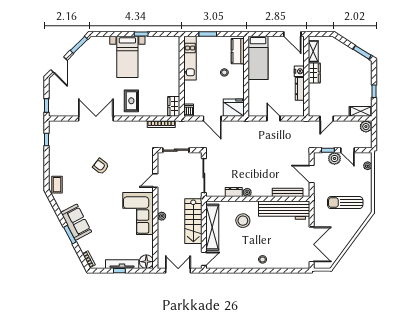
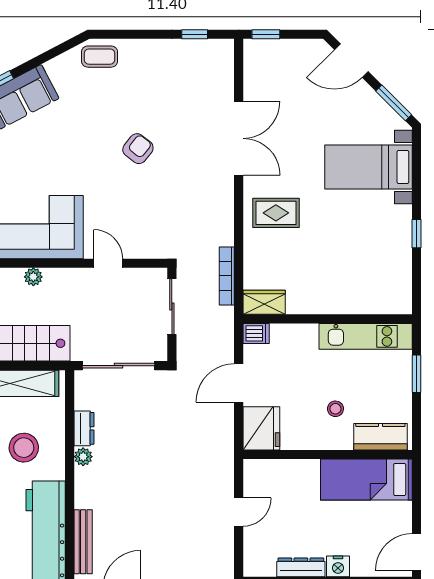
bed with nightstands: (127, 57) -> (368, 167), moved

